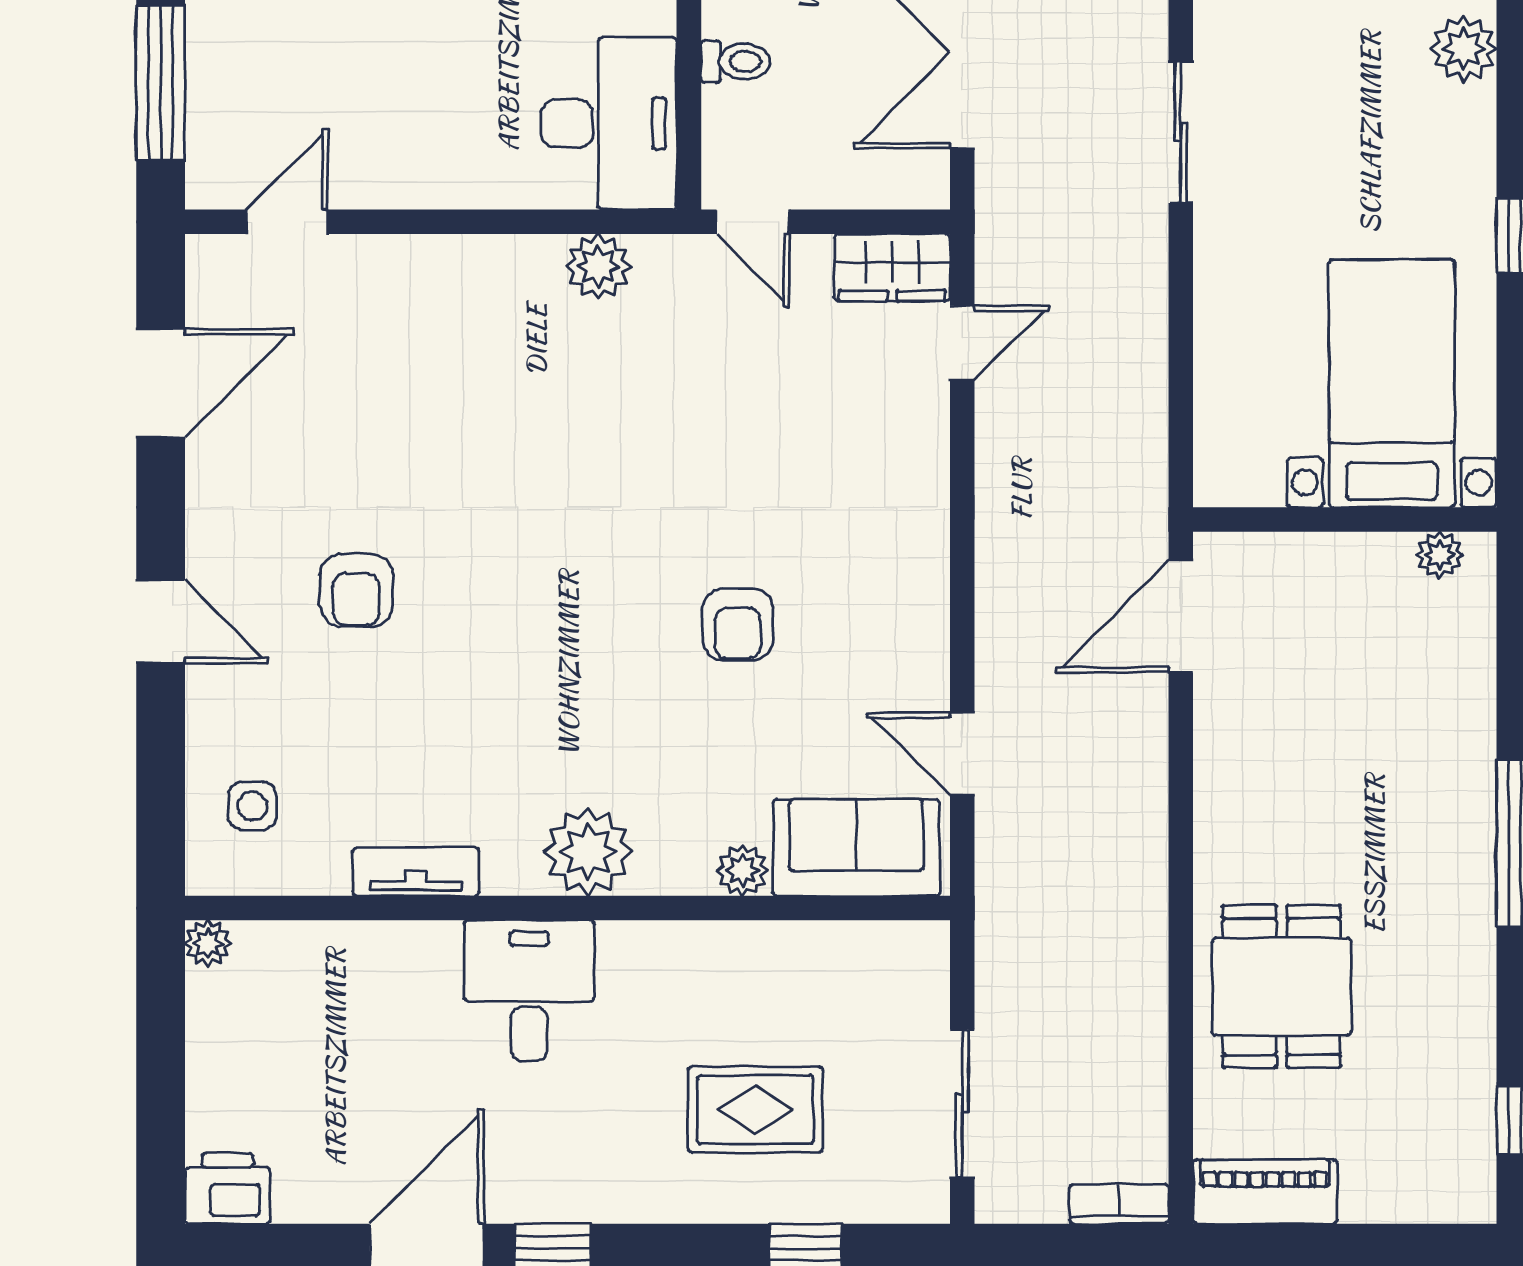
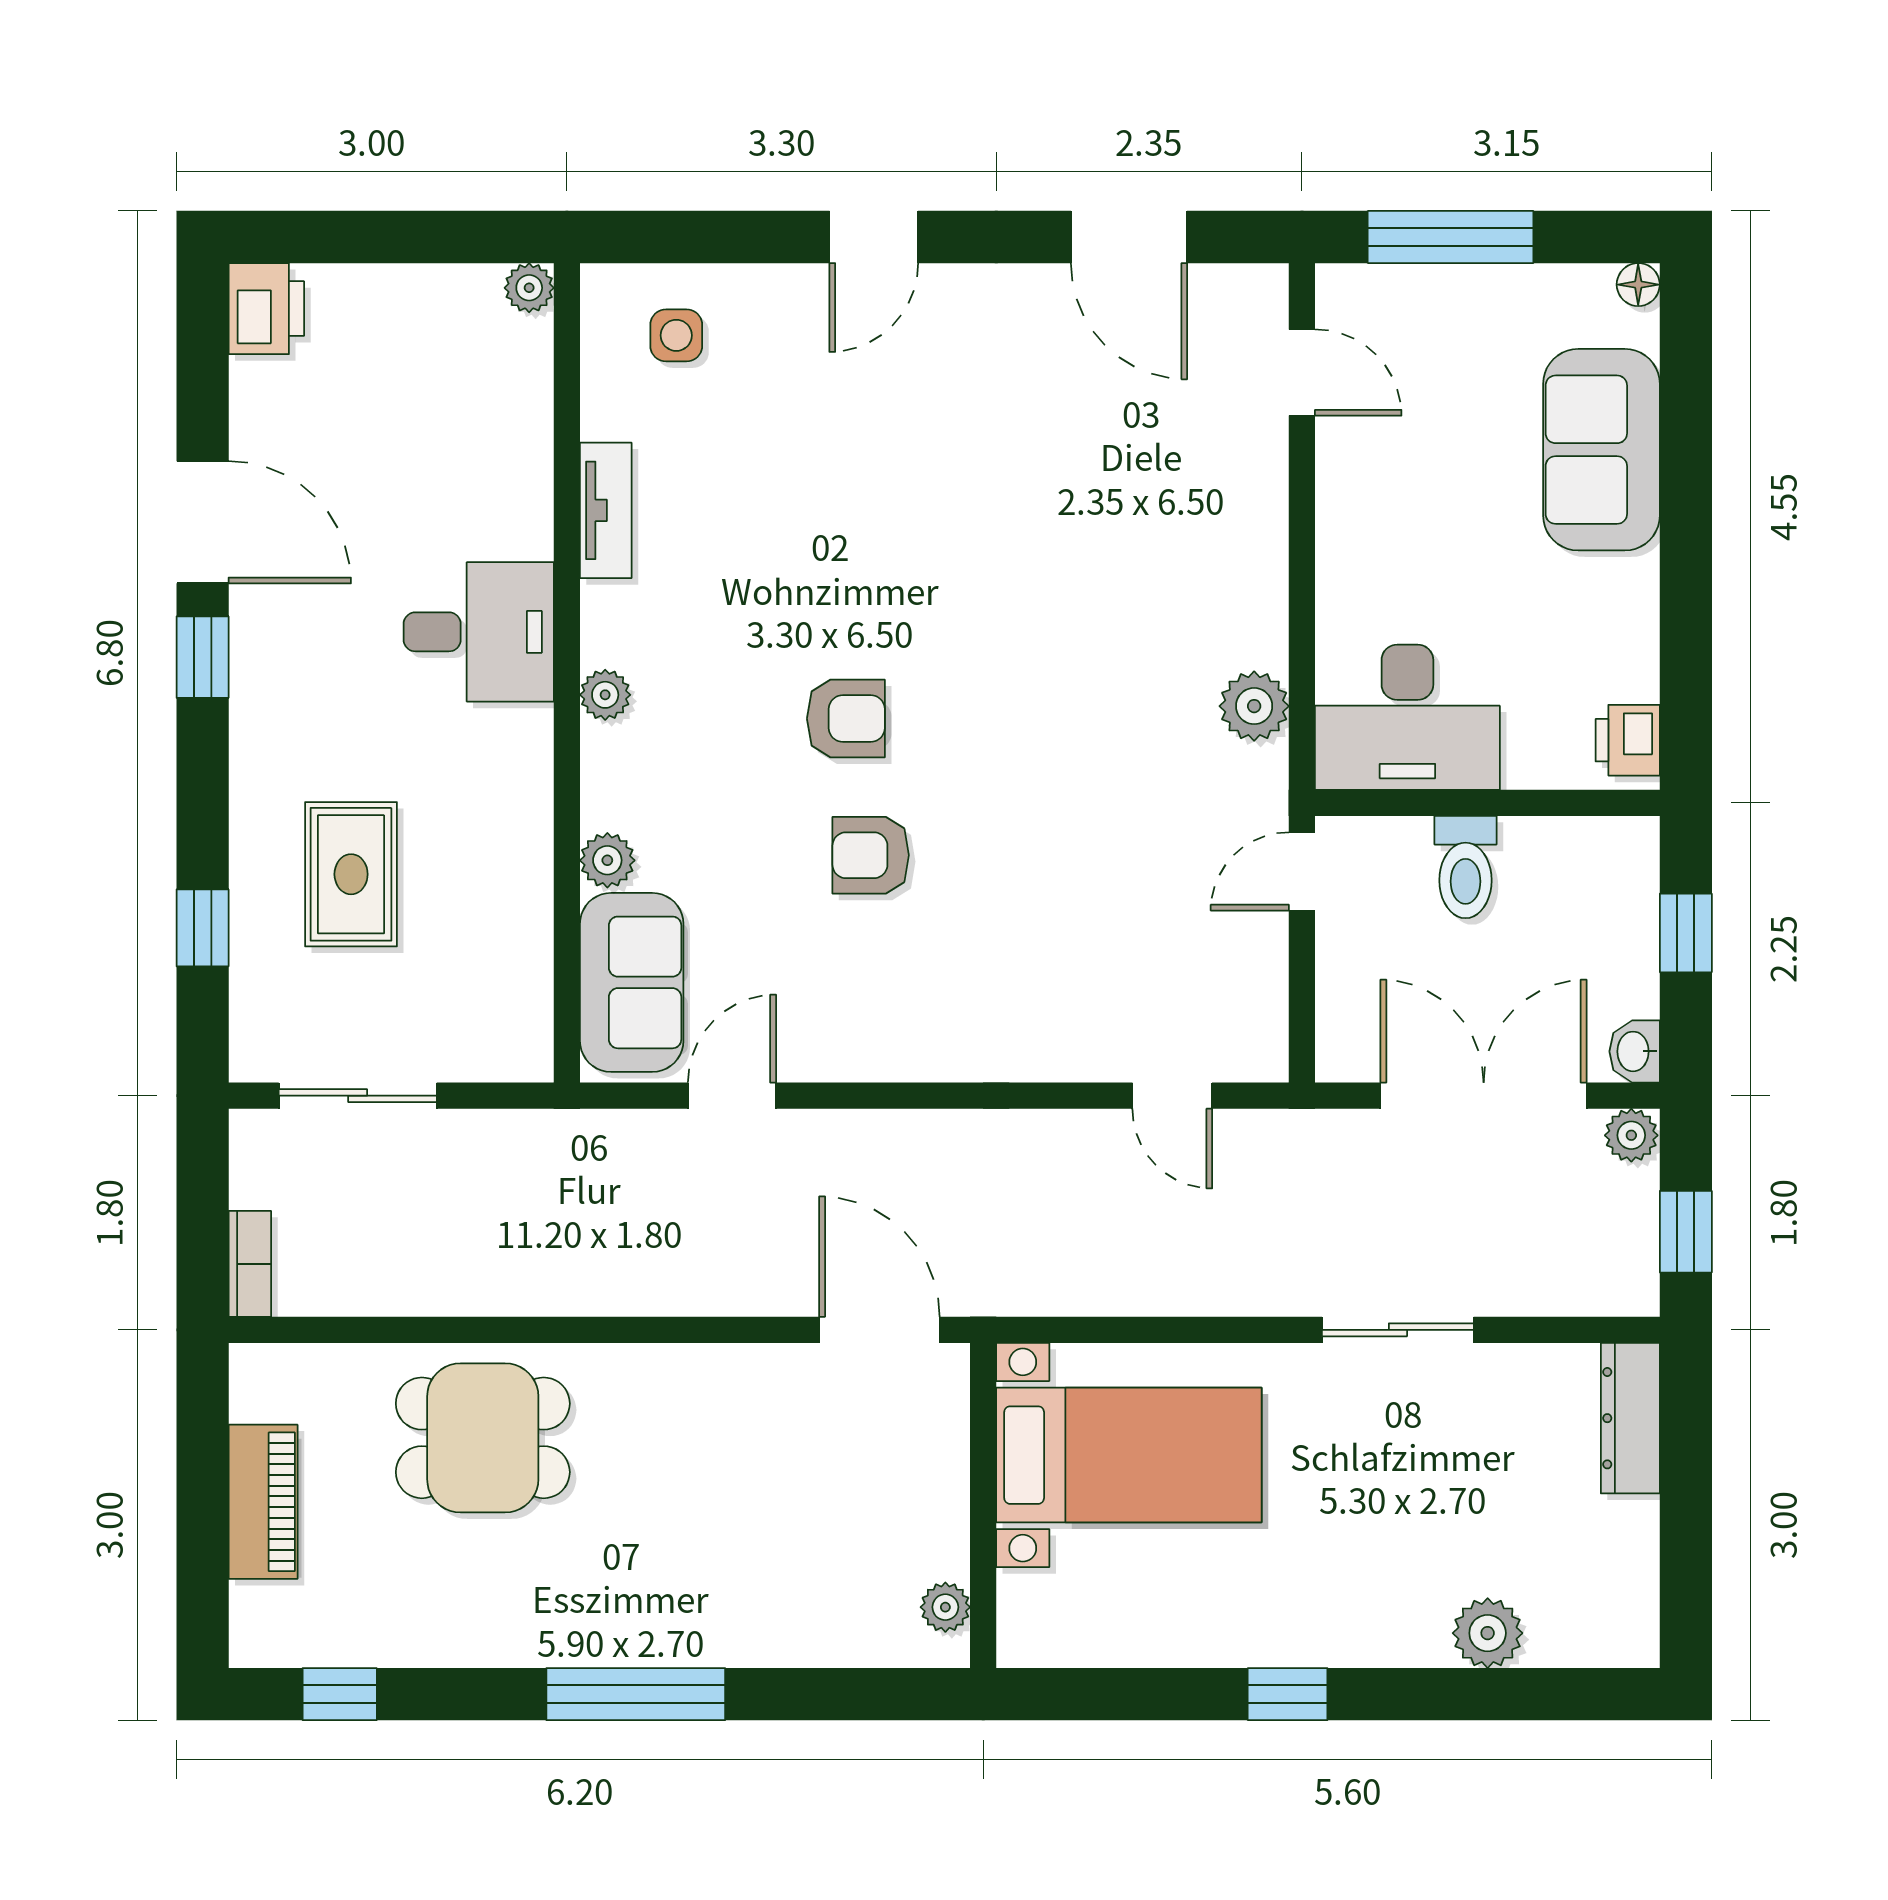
toilet: (735, 61) -> (1465, 867), width x1.37, depth x1.39
wardrobe: (892, 268) -> (1253, 1021), removed
bed with nightstands: (1392, 383) -> (1129, 1455), moved
armchair: (356, 590) -> (846, 719), moved, turned 180
plant: (588, 852) -> (605, 695), width x0.53, depth x0.53
piano: (1265, 1192) -> (263, 1502), moved

